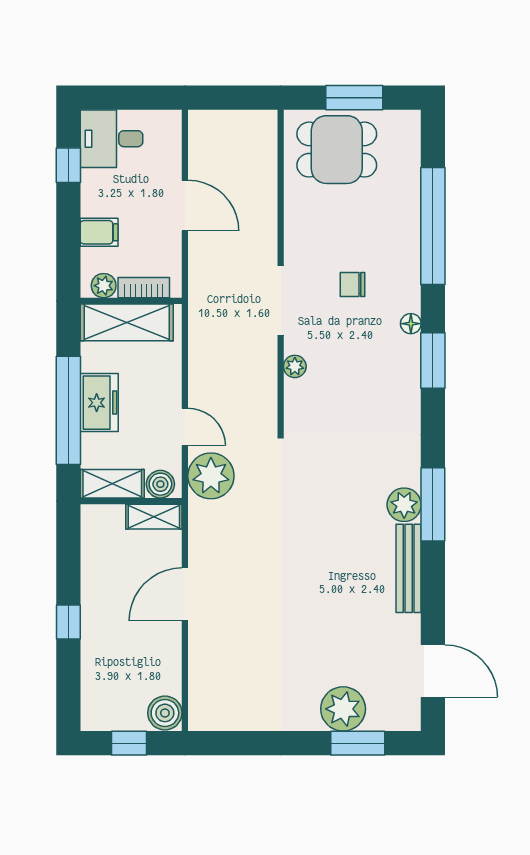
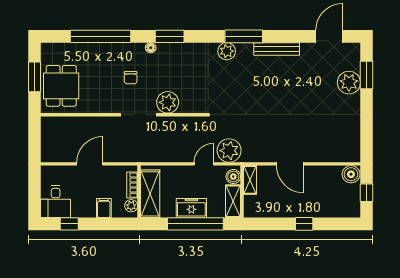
plant: (295, 366) -> (168, 102), width x1.88, depth x1.88
plant: (404, 505) -> (227, 51), moved

